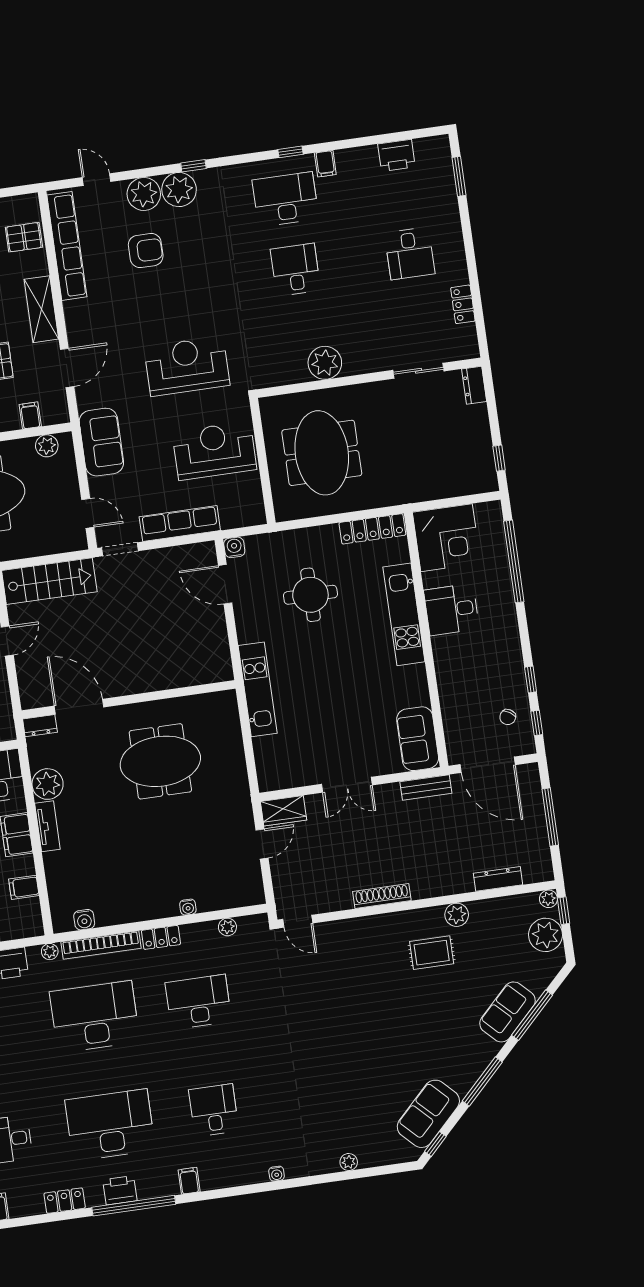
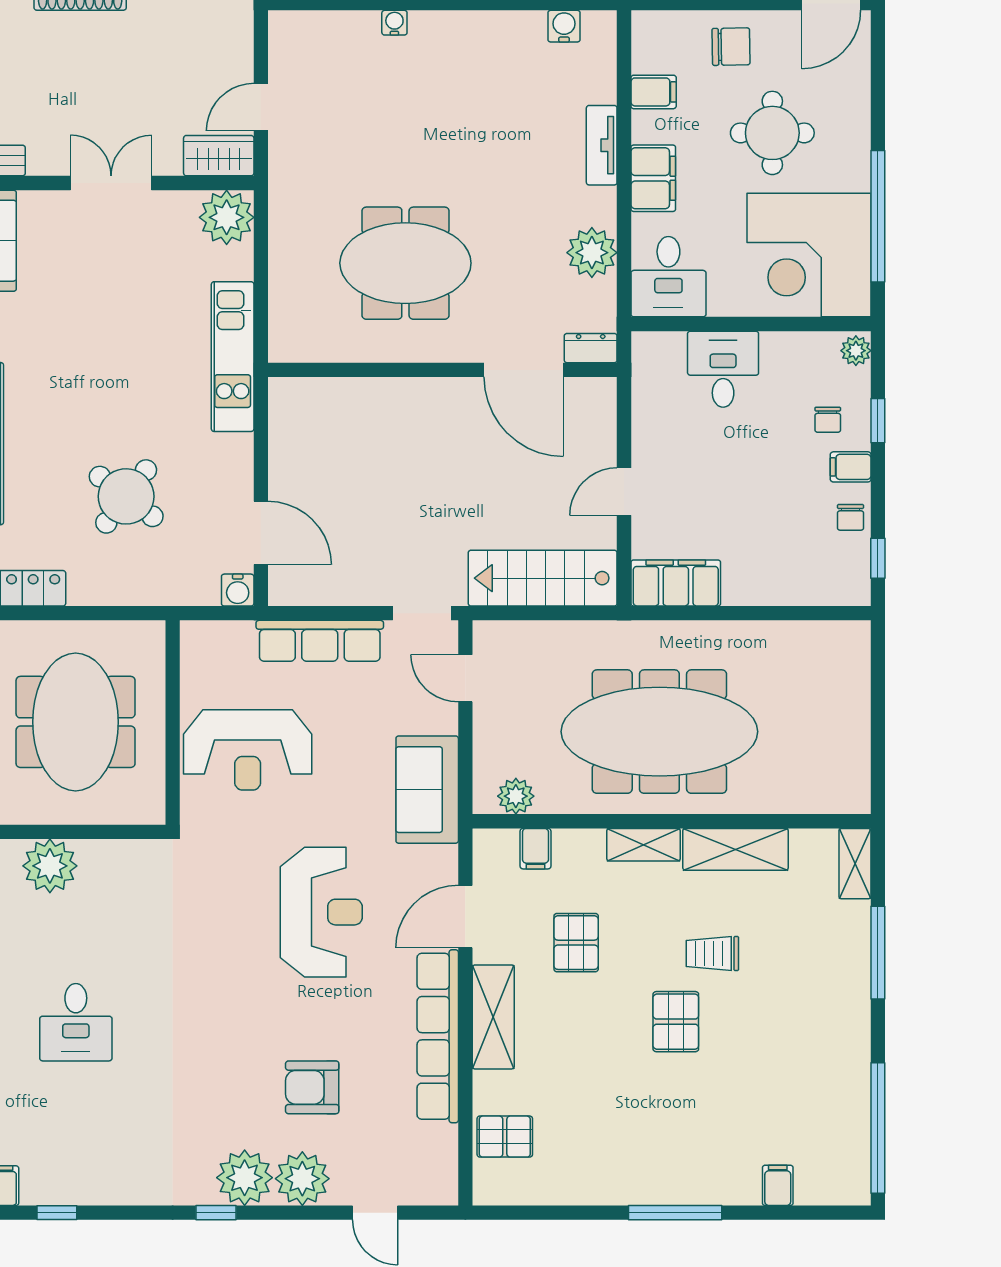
desk: (285, 199) -> (76, 1138), removed
row of seats: (67, 246) -> (438, 1036), moved
reception desk: (187, 366) -> (321, 912), moved, turned -90
round table: (310, 595) -> (126, 496), turned 37
plant: (273, 774) -> (227, 217), added
tv unit: (47, 826) -> (602, 145), moved

